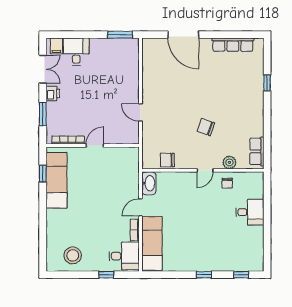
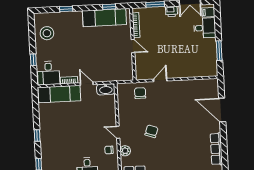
window: (120, 35) -> (219, 51), moved
door: (183, 35) -> (222, 110), hinge flipped
chair: (167, 160) -> (140, 93), moved
window: (43, 229) -> (66, 9), added

